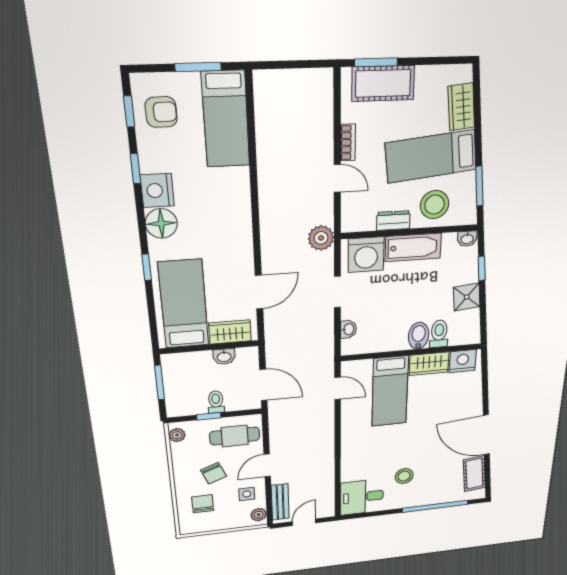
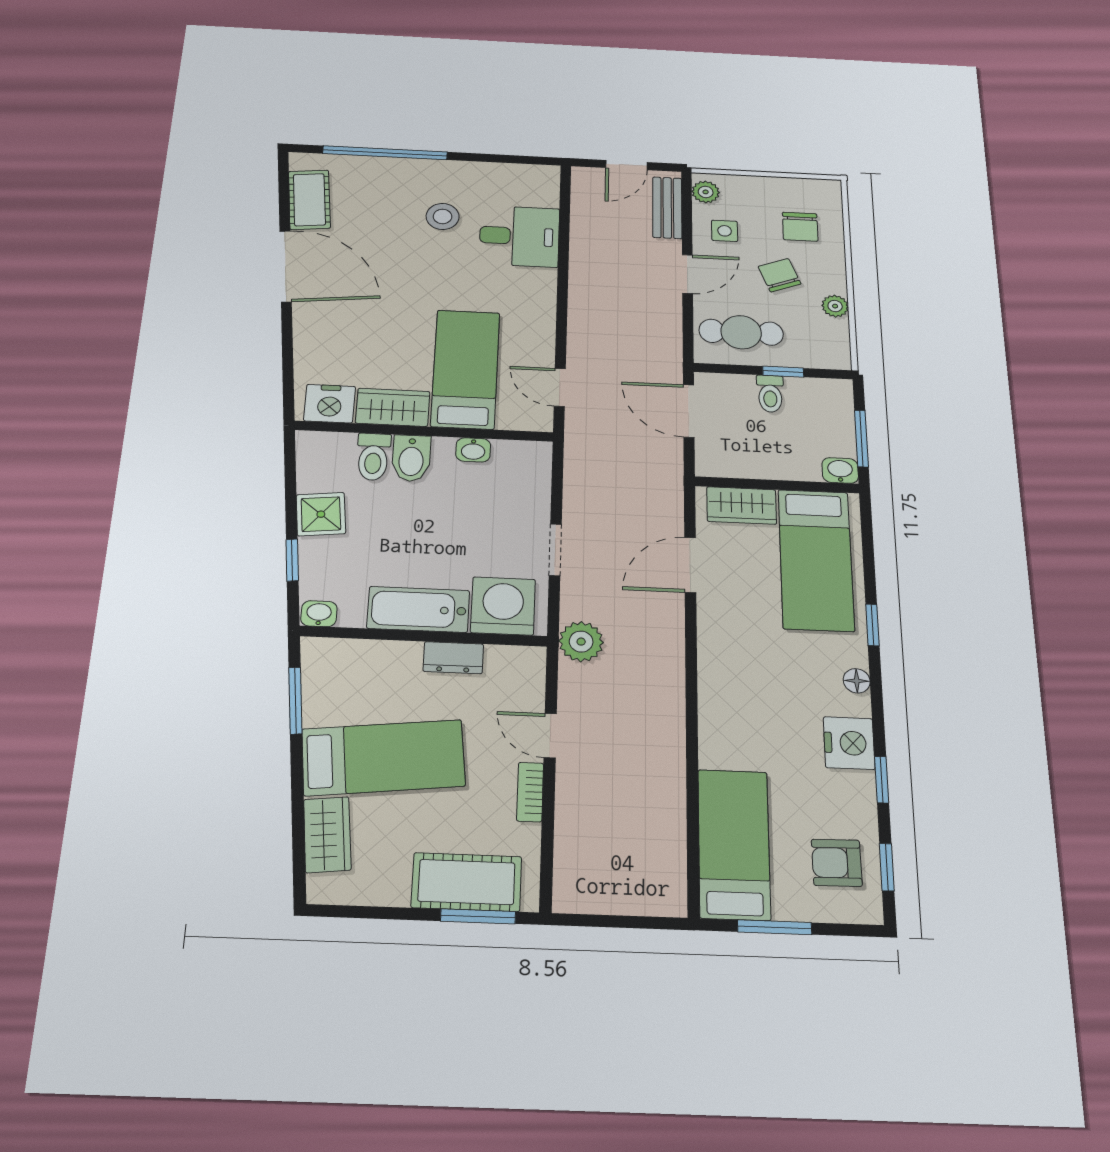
stool: (435, 205) -> (378, 677), removed
floor lamp: (161, 223) -> (857, 681), width x0.53, depth x0.53
washbasin: (348, 329) -> (473, 450), moved, turned -90
washbasin: (224, 357) -> (840, 470), moved
plant: (177, 435) -> (835, 306), moved
desk: (362, 497) -> (519, 236), moved

